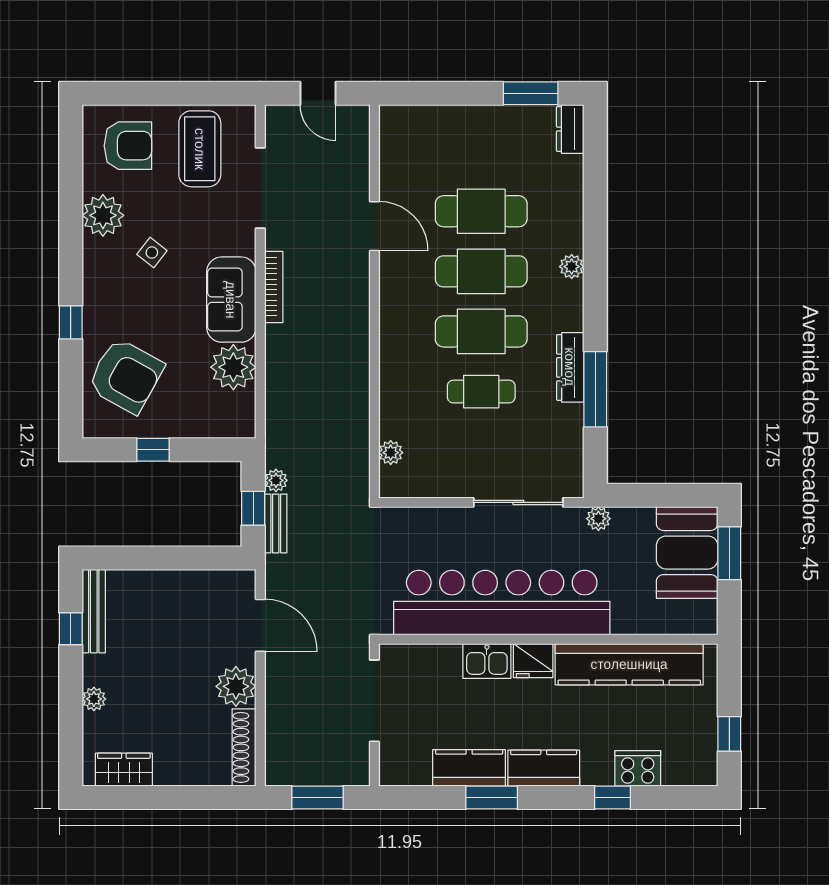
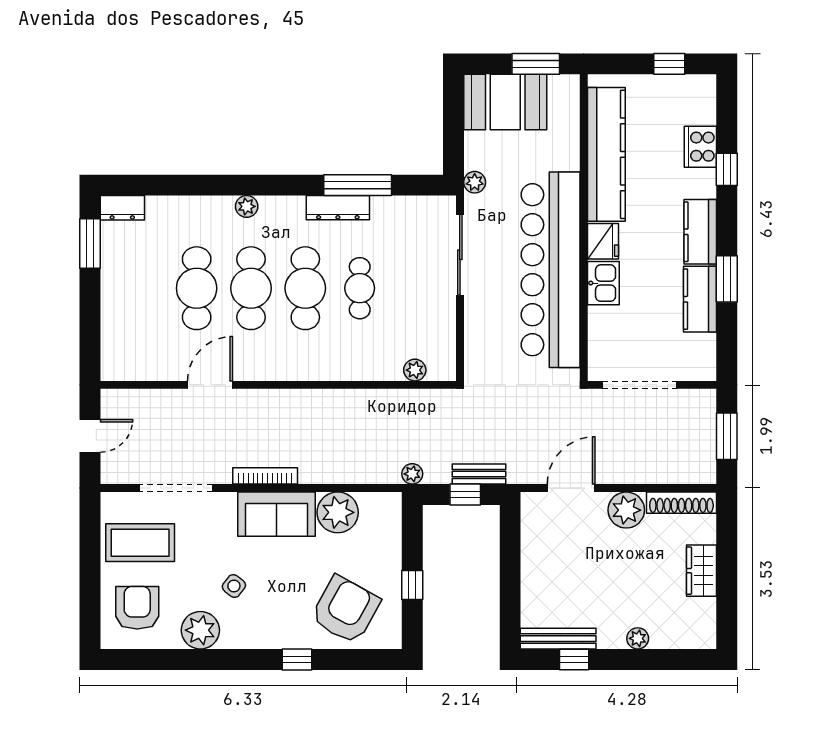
plant: (276, 480) -> (412, 474), moved
window: (729, 553) -> (536, 64), moved
wardrobe: (124, 770) -> (702, 571), moved

